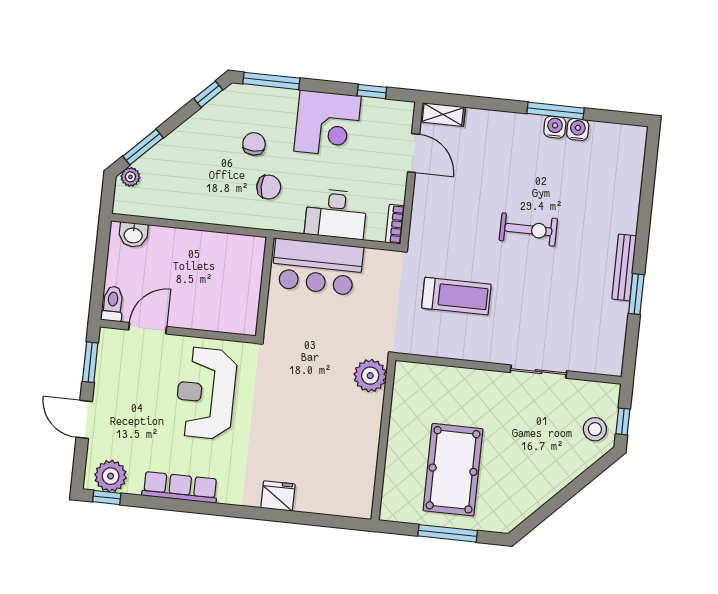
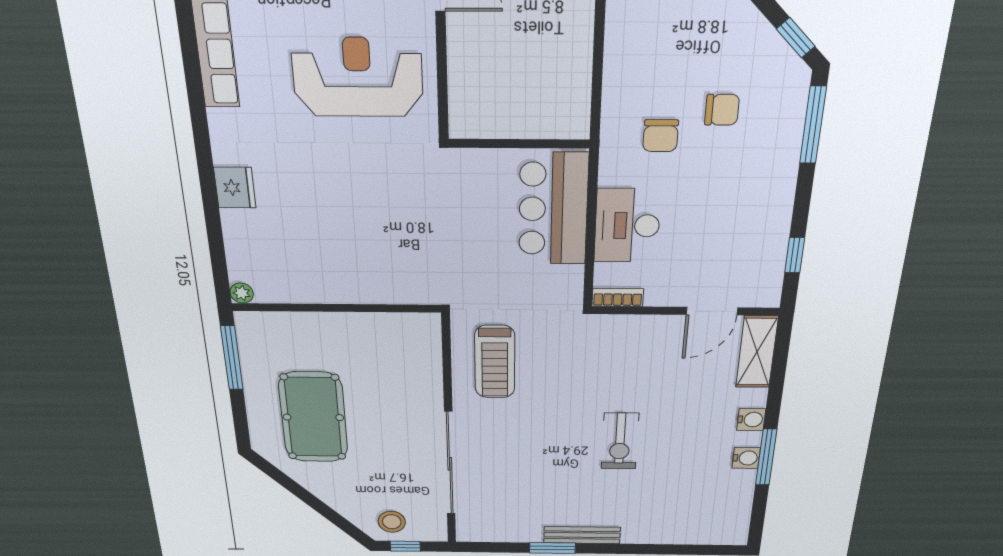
shelving: (443, 114) -> (757, 352), width x1.50, depth x1.33
corner desk: (328, 124) -> (751, 204), removed
water cooler: (578, 129) -> (751, 420), moved
treadmill: (456, 296) -> (495, 362), moved
sliding door: (538, 372) -> (450, 464), width x1.86
plant: (370, 376) -> (242, 293), moved, width x0.53, depth x0.53
pool table: (453, 470) -> (313, 417), moved, turned 90
window: (448, 533) -> (232, 358), moved

